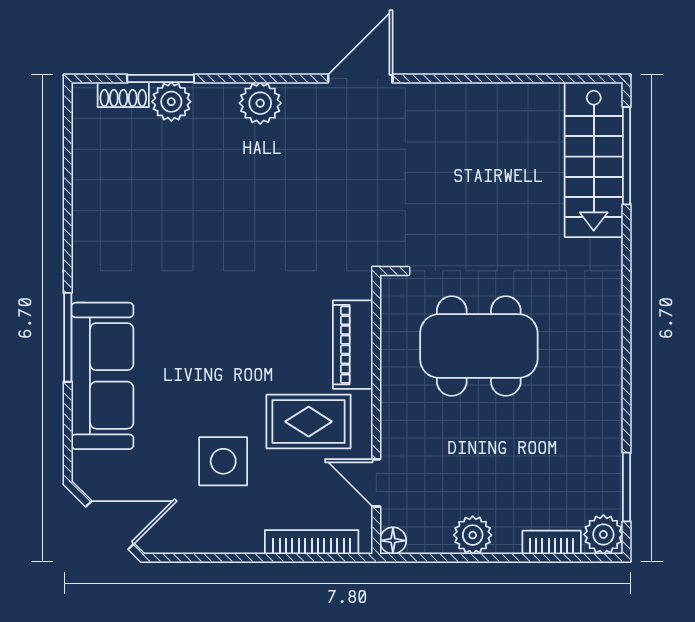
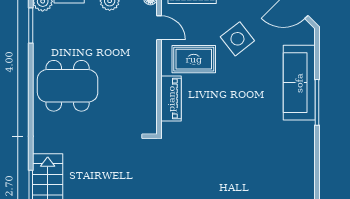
dining table: (479, 346) -> (68, 86), moved
side table: (223, 461) -> (237, 39), turned -38

